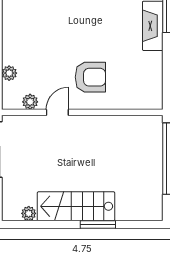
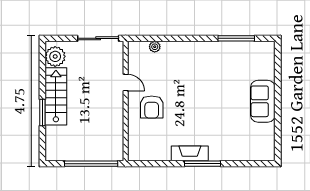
plant: (30, 102) -> (133, 62), removed
plant: (29, 213) -> (55, 56), width x1.87, depth x1.87

